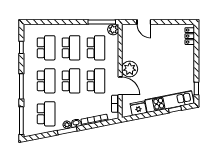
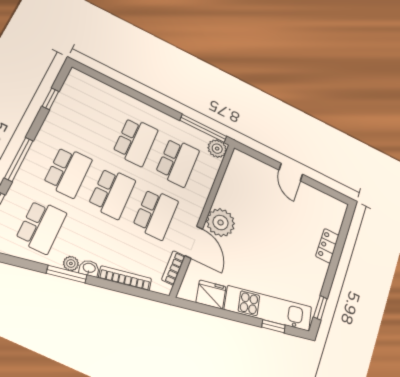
door: (144, 22) -> (291, 172), moved
locker: (190, 36) -> (327, 246), moved
school desk: (46, 48) -> (93, 121), removed

